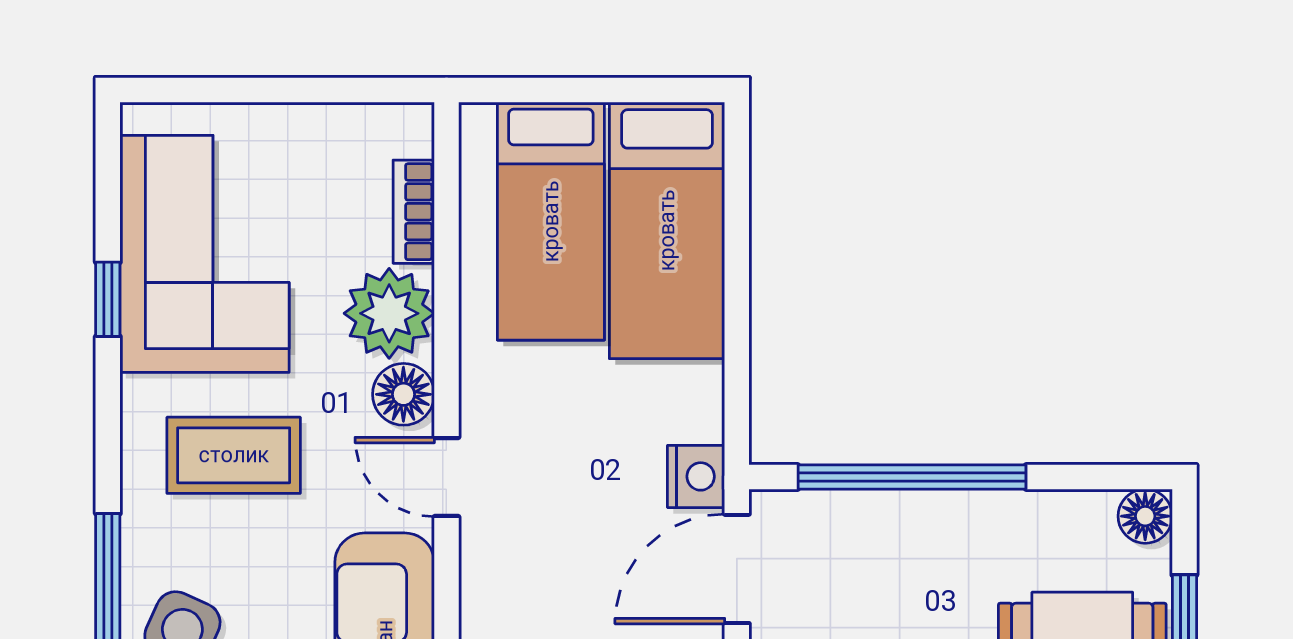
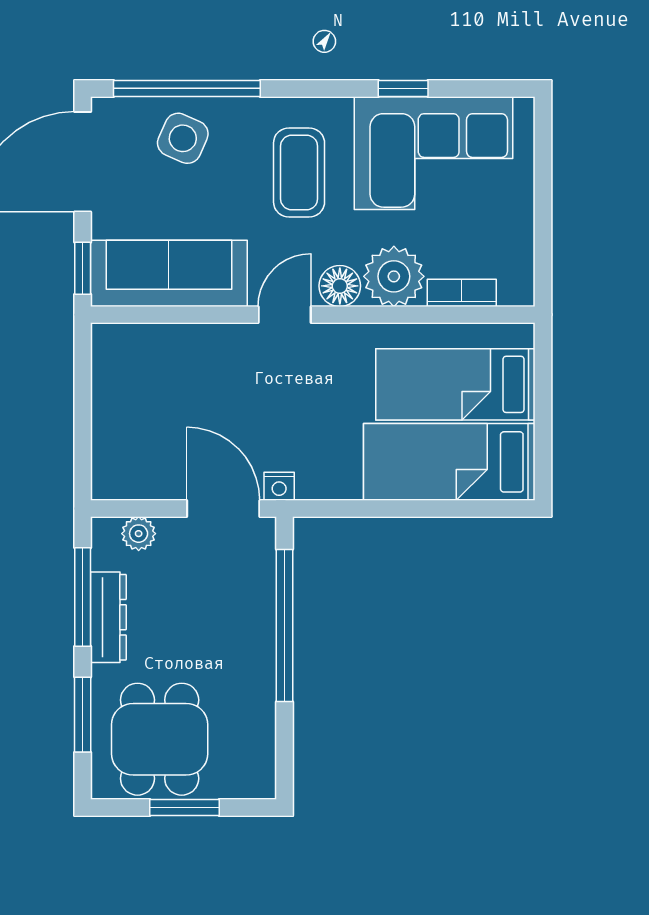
nightstand: (696, 476) -> (279, 486), width x0.72, depth x0.74
floor lamp: (1145, 516) -> (258, 781), removed

